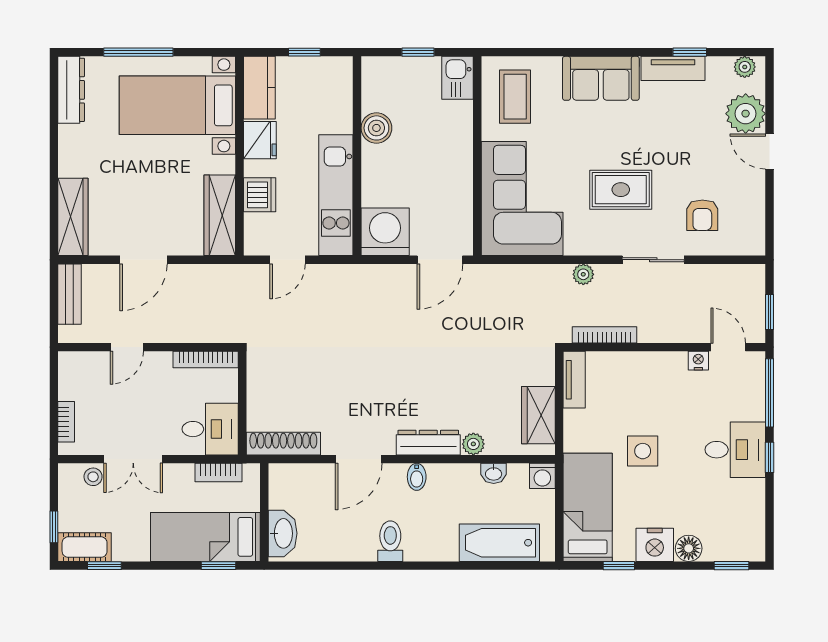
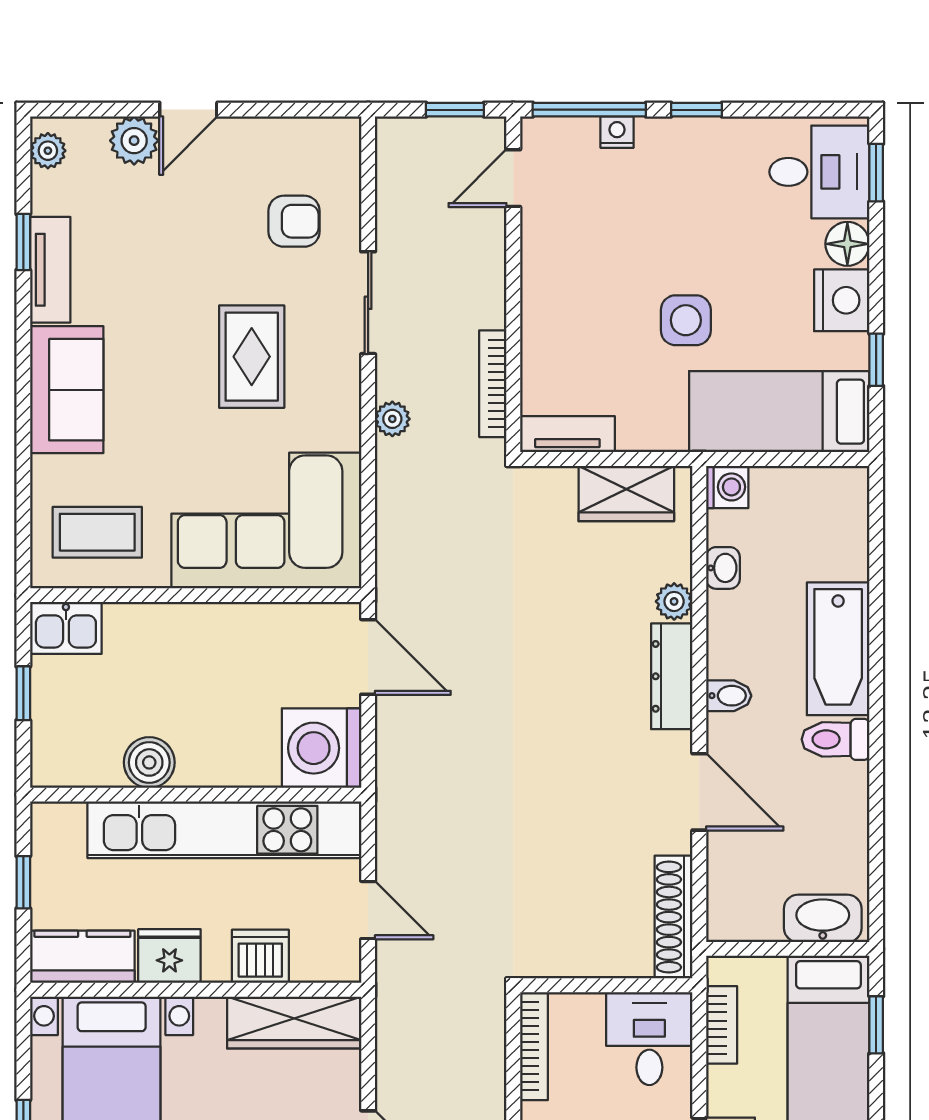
plant: (746, 114) -> (134, 141), width x0.73, depth x0.73
kitchen unit: (336, 195) -> (224, 830), width x1.36
nightstand: (698, 361) -> (617, 132), moved, turned 90
desk: (735, 450) -> (819, 172), moved, turned 90
bathtub: (499, 543) -> (838, 649), moved

